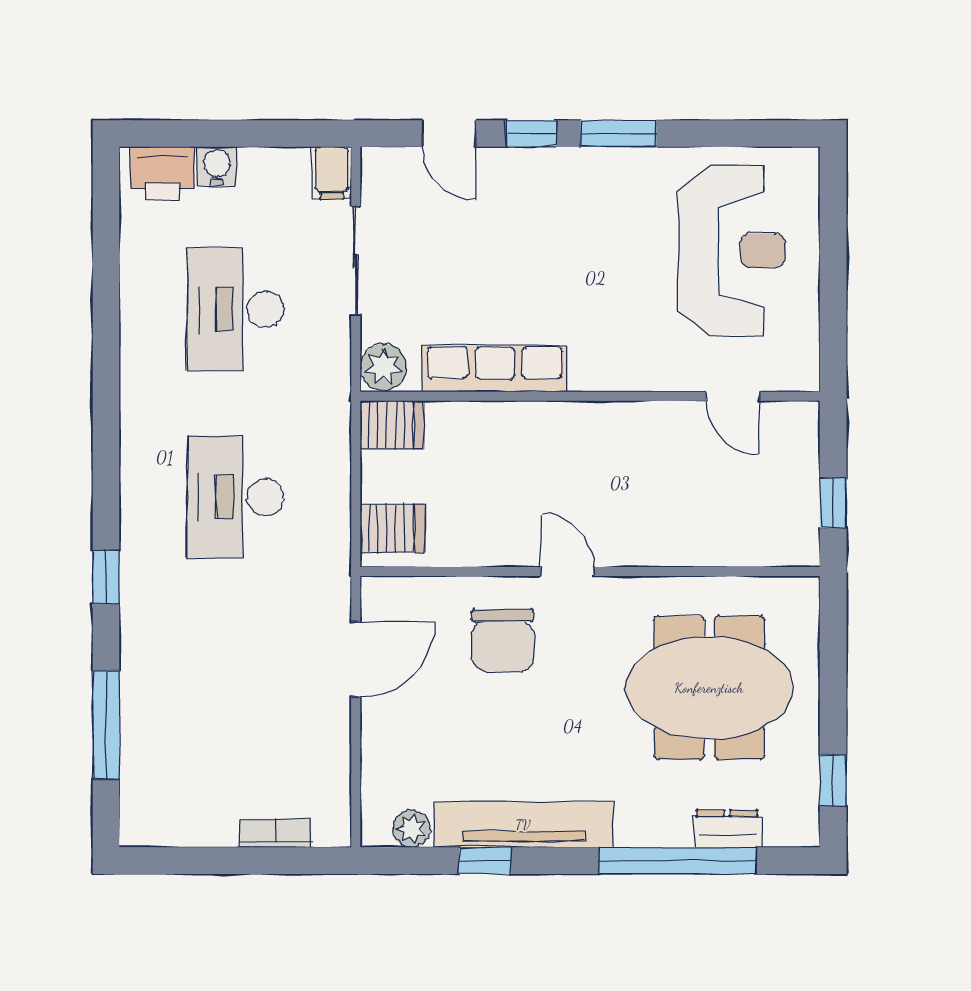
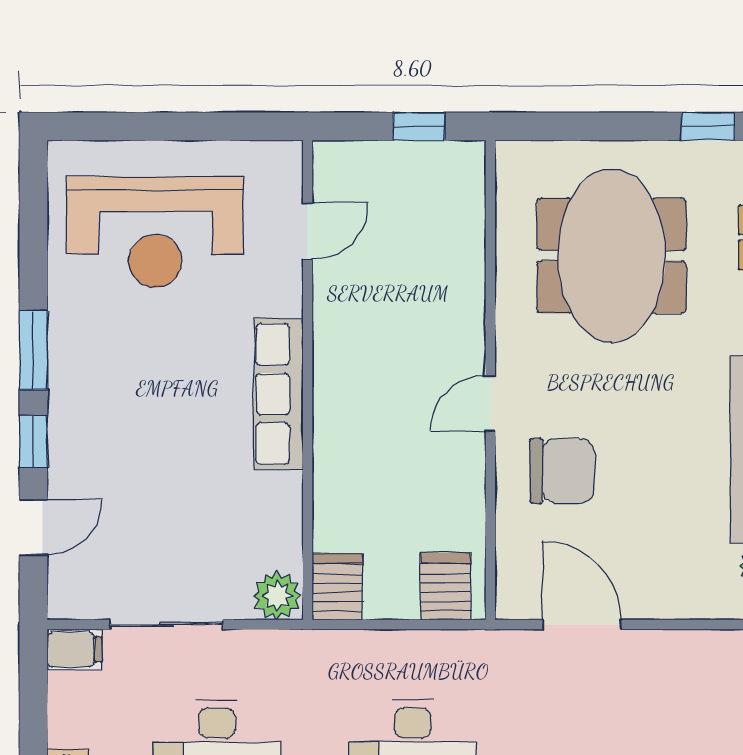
reception desk: (732, 250) -> (155, 232), turned 180
row of seats: (495, 368) -> (279, 394), moved

